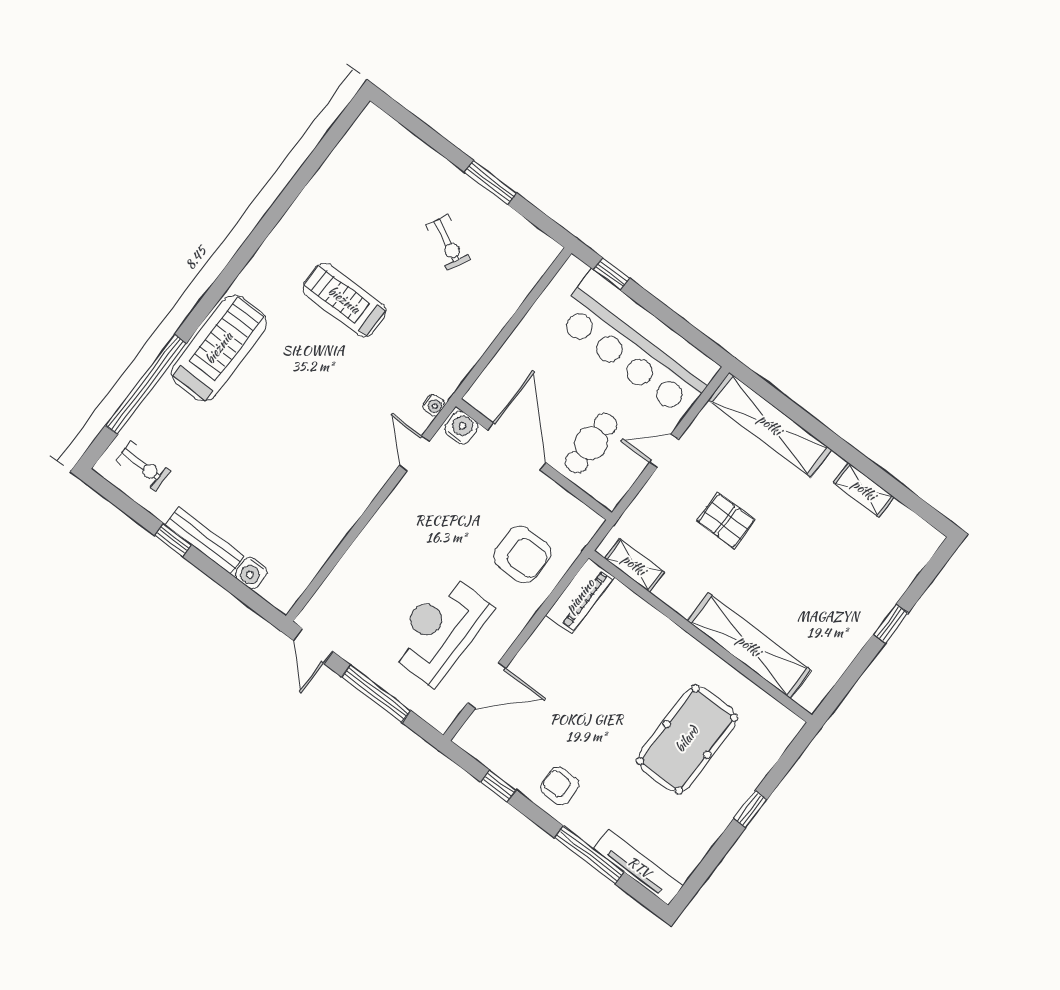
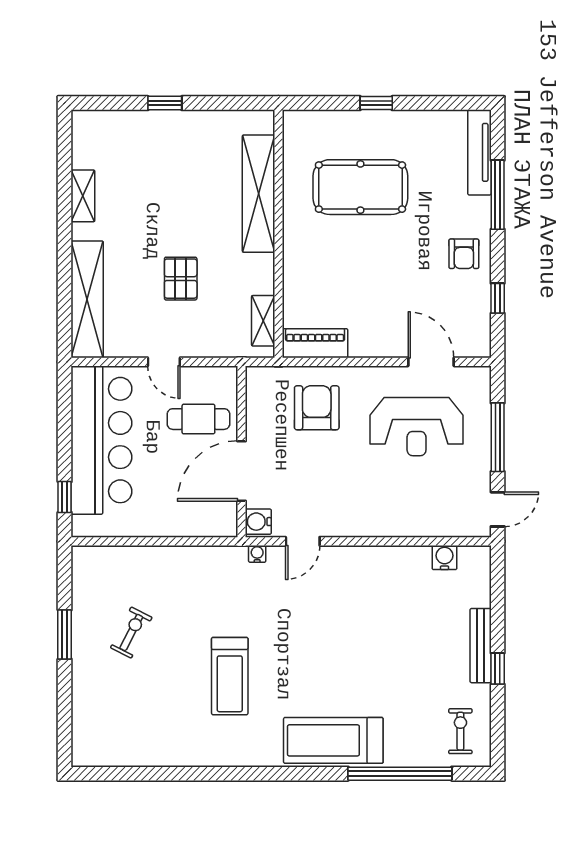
water cooler: (251, 573) -> (444, 558), moved, turned -90

